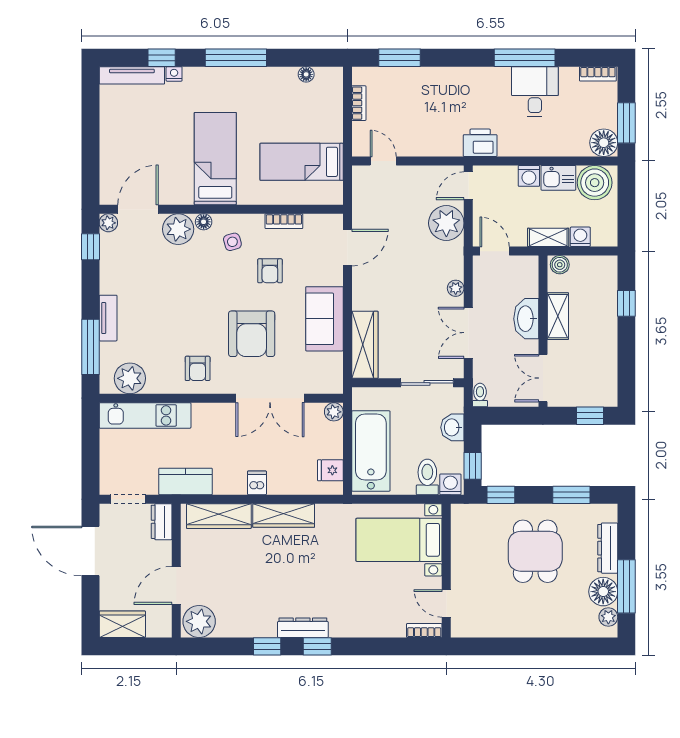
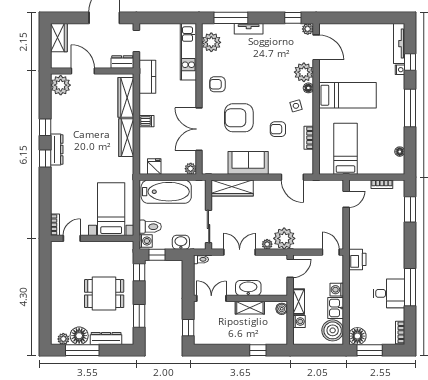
plant: (446, 223) -> (284, 238), moved

